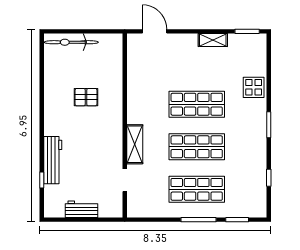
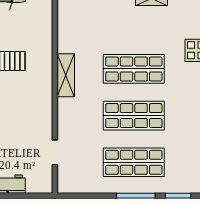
shelving: (135, 144) -> (66, 75), moved

